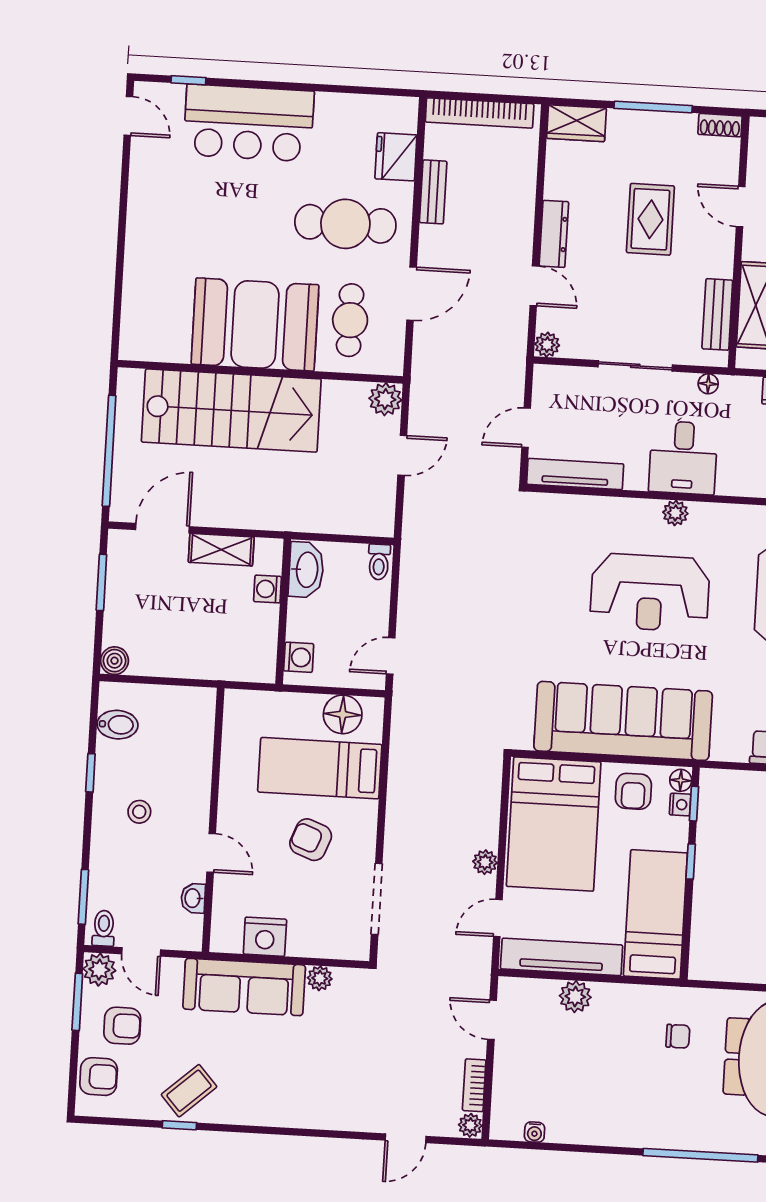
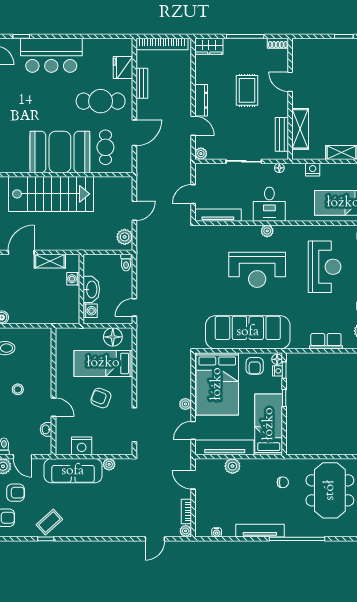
plant: (385, 399) -> (125, 237), moved
washbasin: (306, 570) -> (91, 289), moved
tv unit: (625, 1134) -> (260, 531), added

